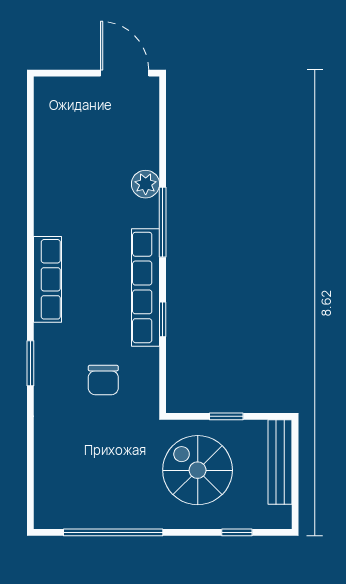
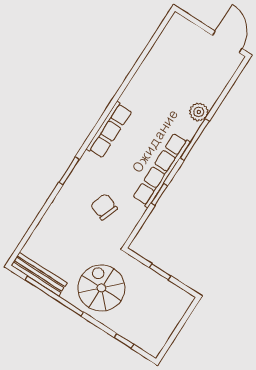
chair: (103, 380) -> (104, 207), turned 111
bench: (280, 462) -> (39, 274), moved, turned 90
spiral stairs: (198, 470) -> (101, 288), moved

